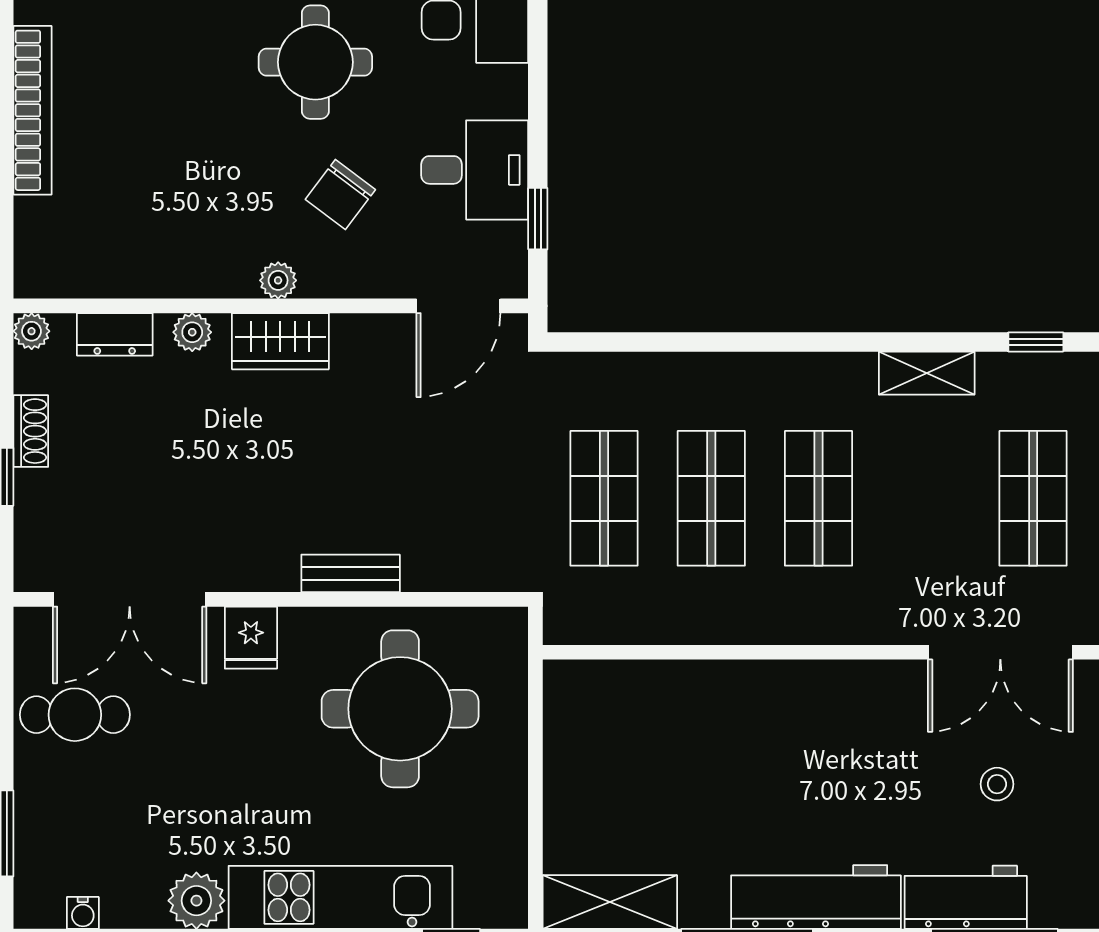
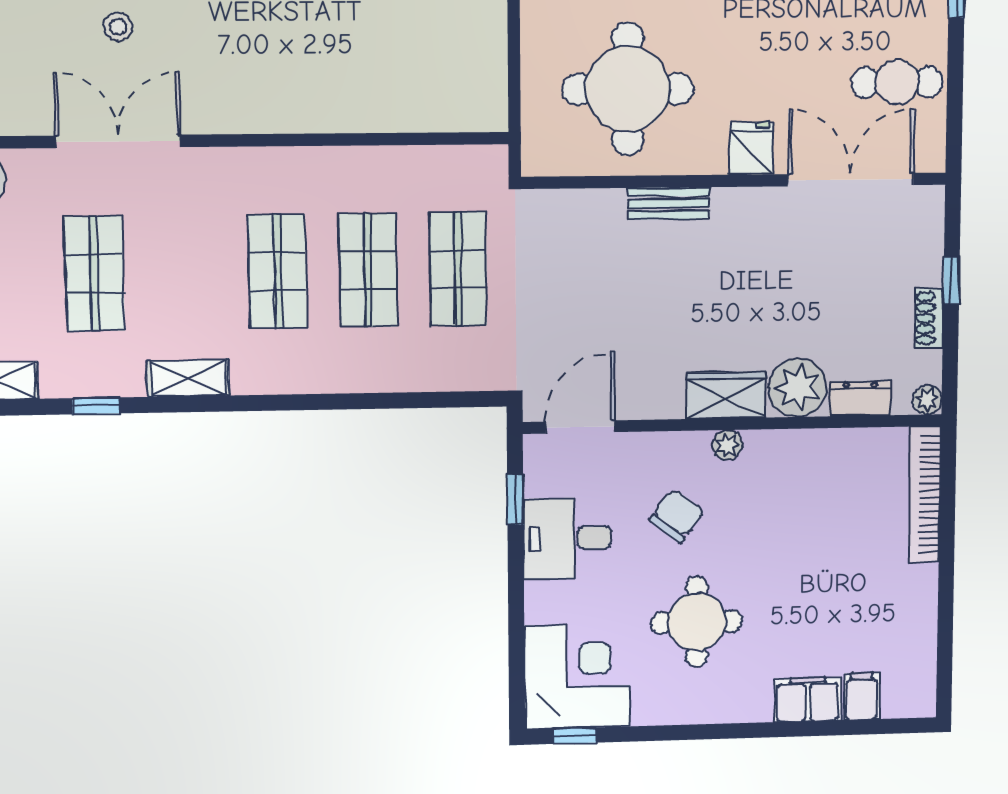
bookcase: (33, 110) -> (925, 494), moved
plant: (192, 332) -> (798, 388), width x1.88, depth x1.88

